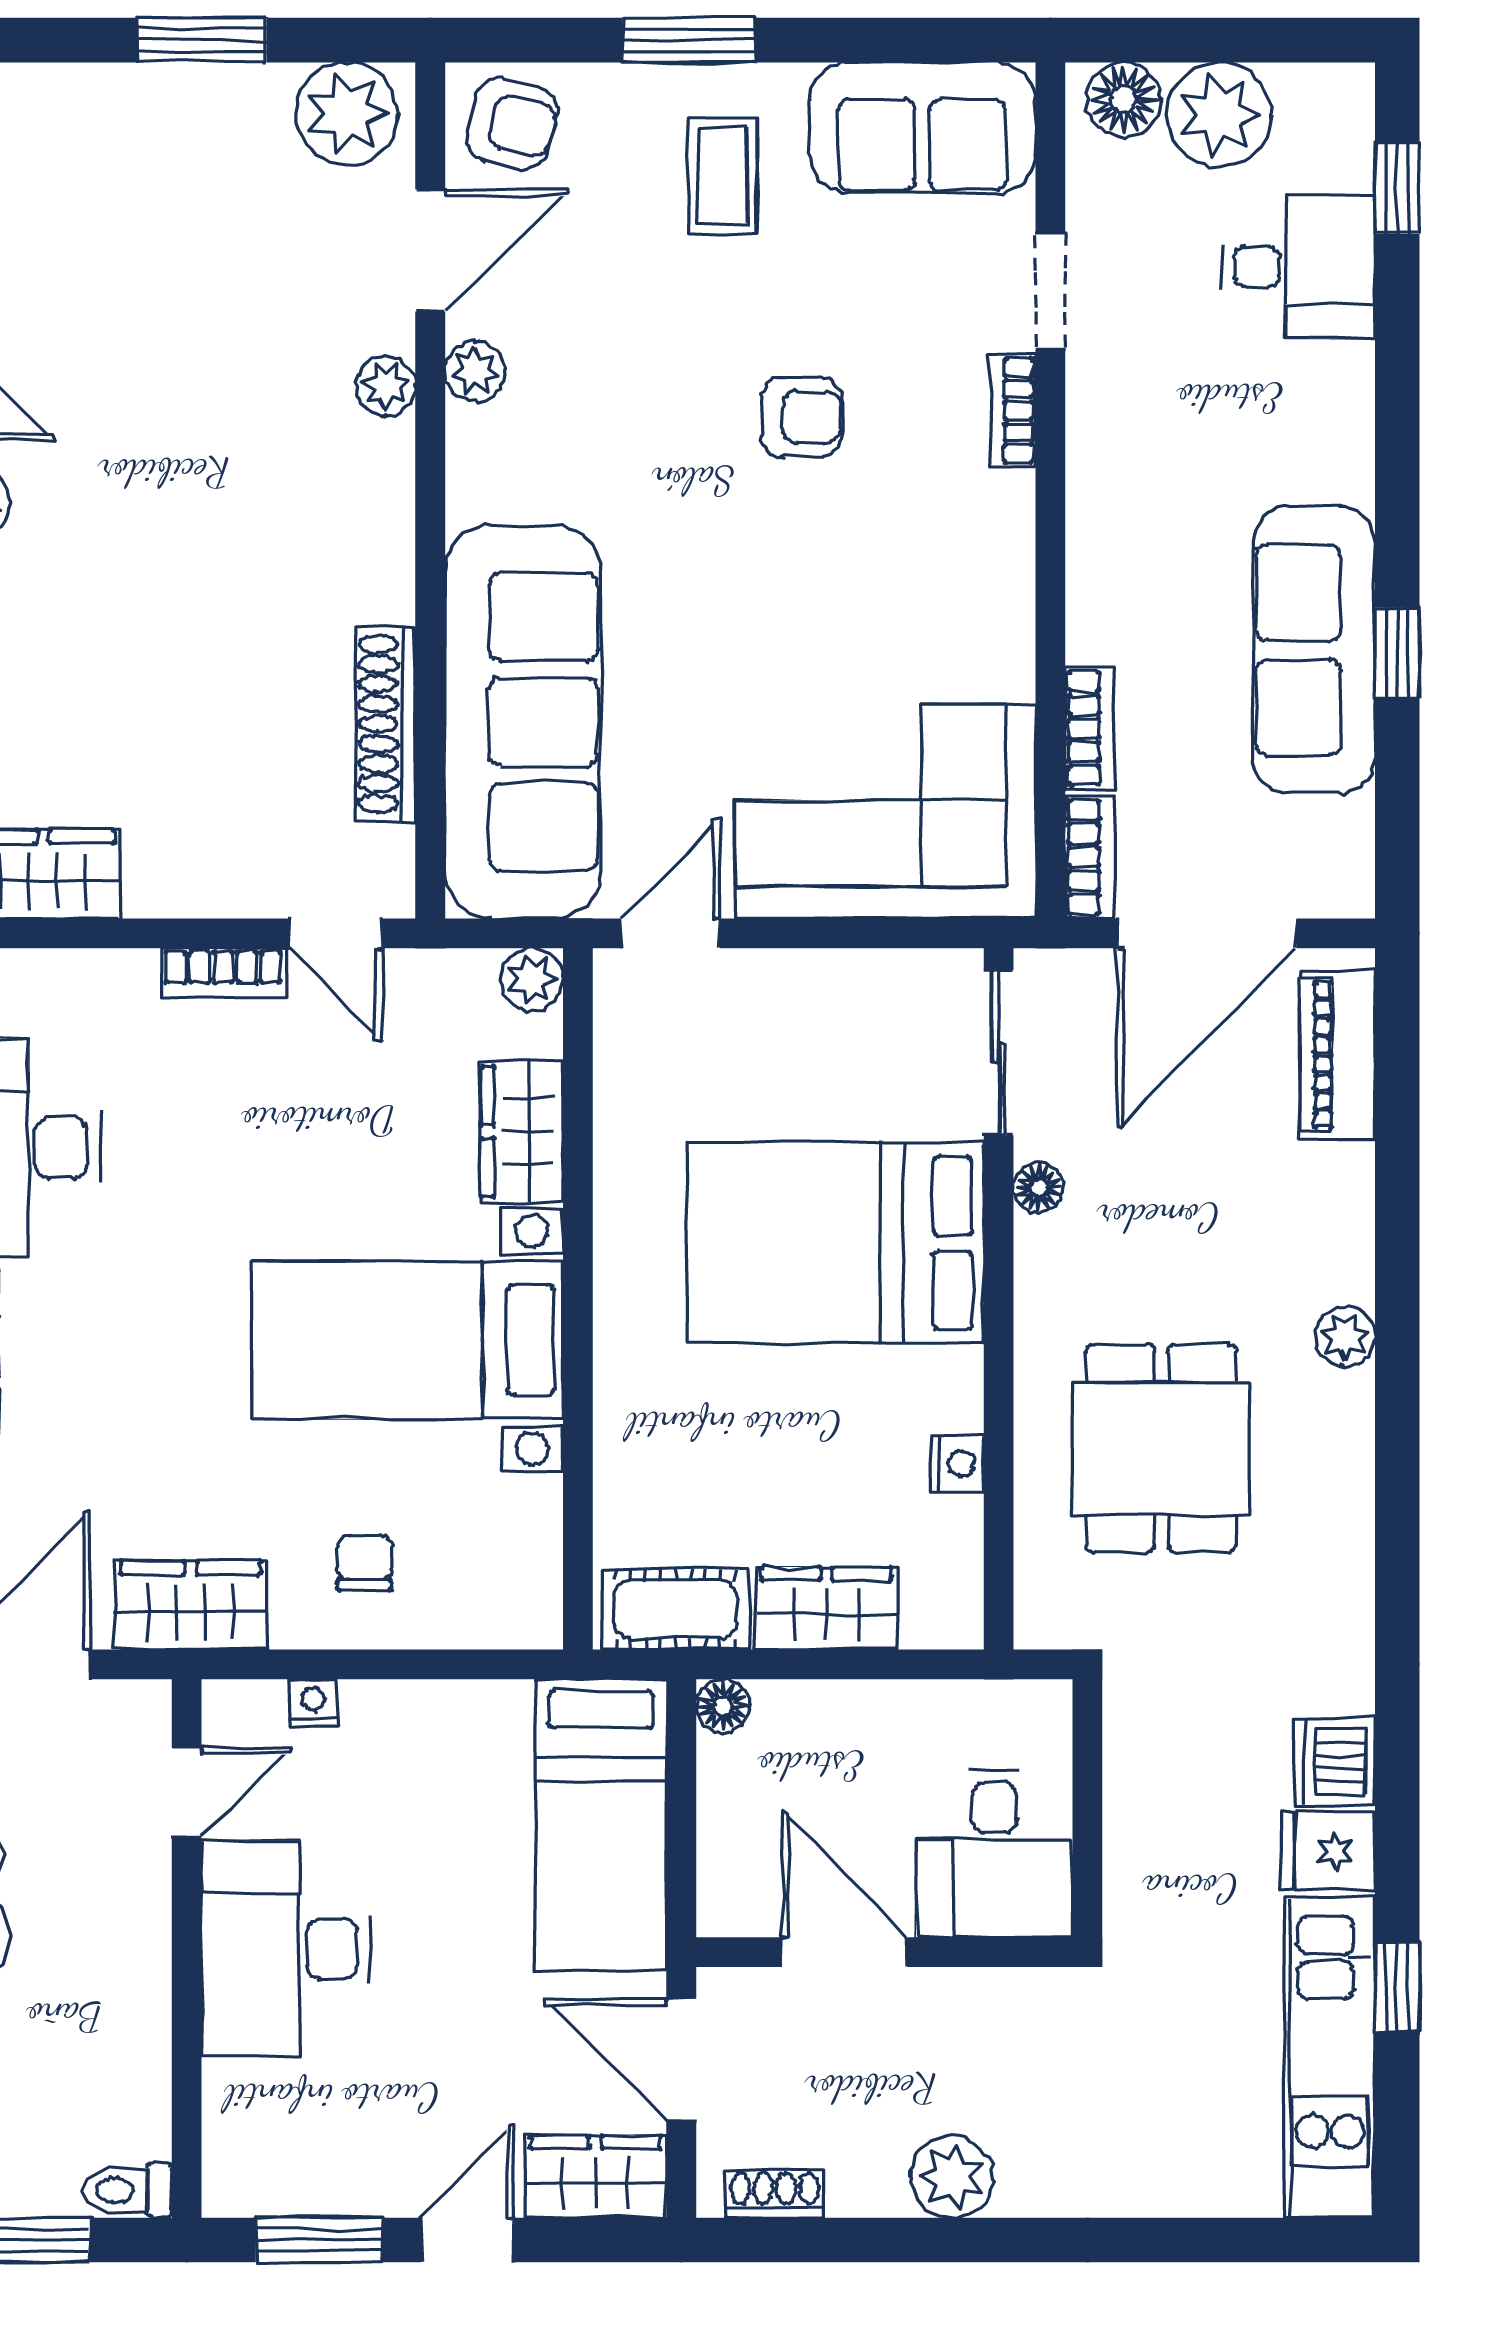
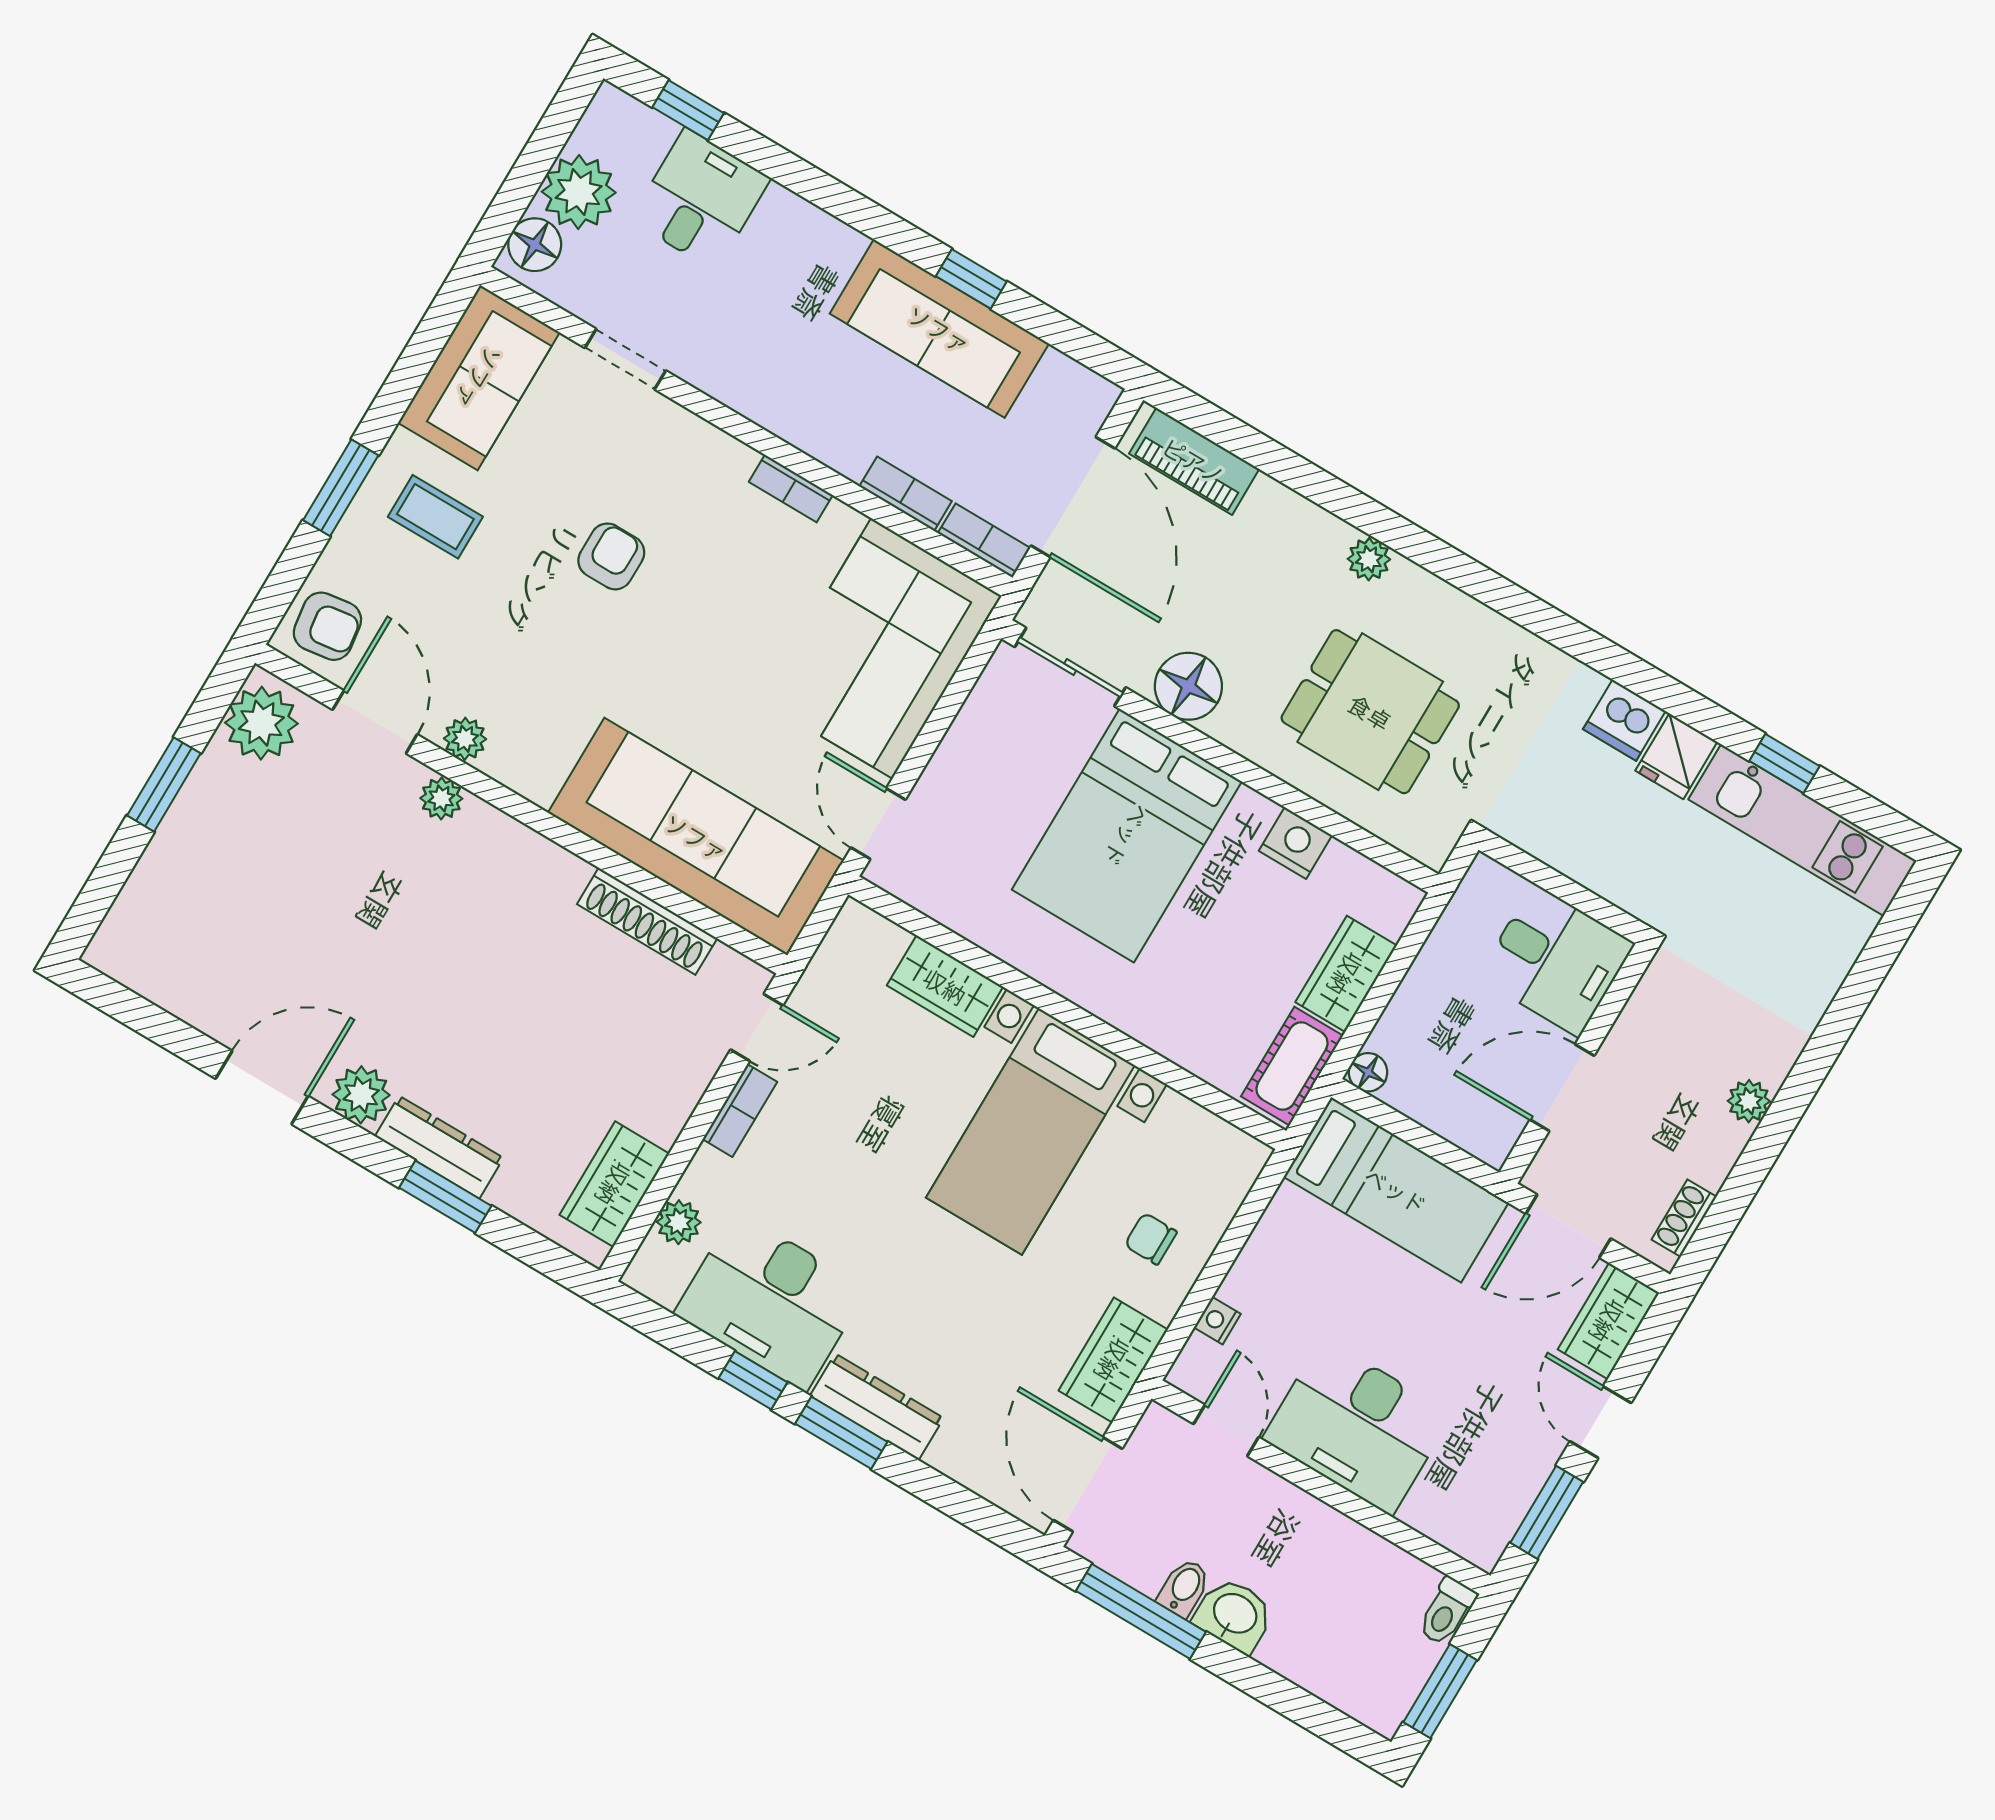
armchair: (512, 124) -> (327, 626), turned 69
bookcase: (1013, 410) -> (791, 488), moved
plant: (532, 979) -> (679, 1222), moved
floor lamp: (1039, 1188) -> (1188, 686), width x1.89, depth x1.89
nightstand: (957, 1463) -> (1295, 843), width x1.39, depth x1.35
plant: (952, 2177) -> (1749, 1101), width x0.73, depth x0.73

